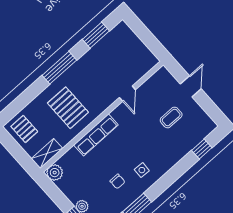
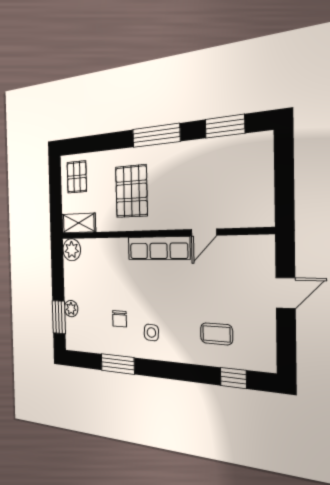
coffee table: (171, 117) -> (216, 334), moved
row of seats: (96, 135) -> (158, 248), moved

